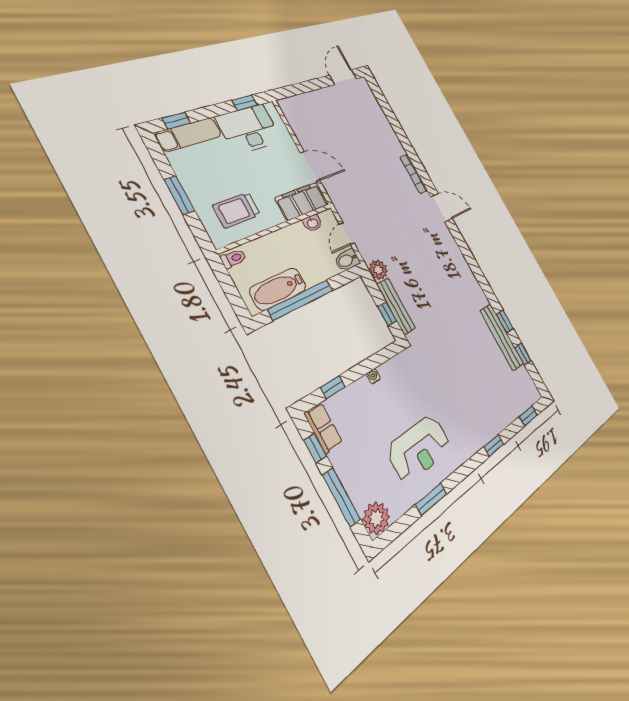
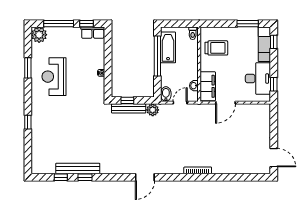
window: (179, 195) -> (248, 24), moved
door: (442, 208) -> (145, 177), moved
trolley: (237, 210) -> (216, 48), turned 90
door: (347, 234) -> (180, 103), hinge flipped
window: (333, 387) -> (108, 48), removed
window: (528, 416) -> (28, 156), removed

